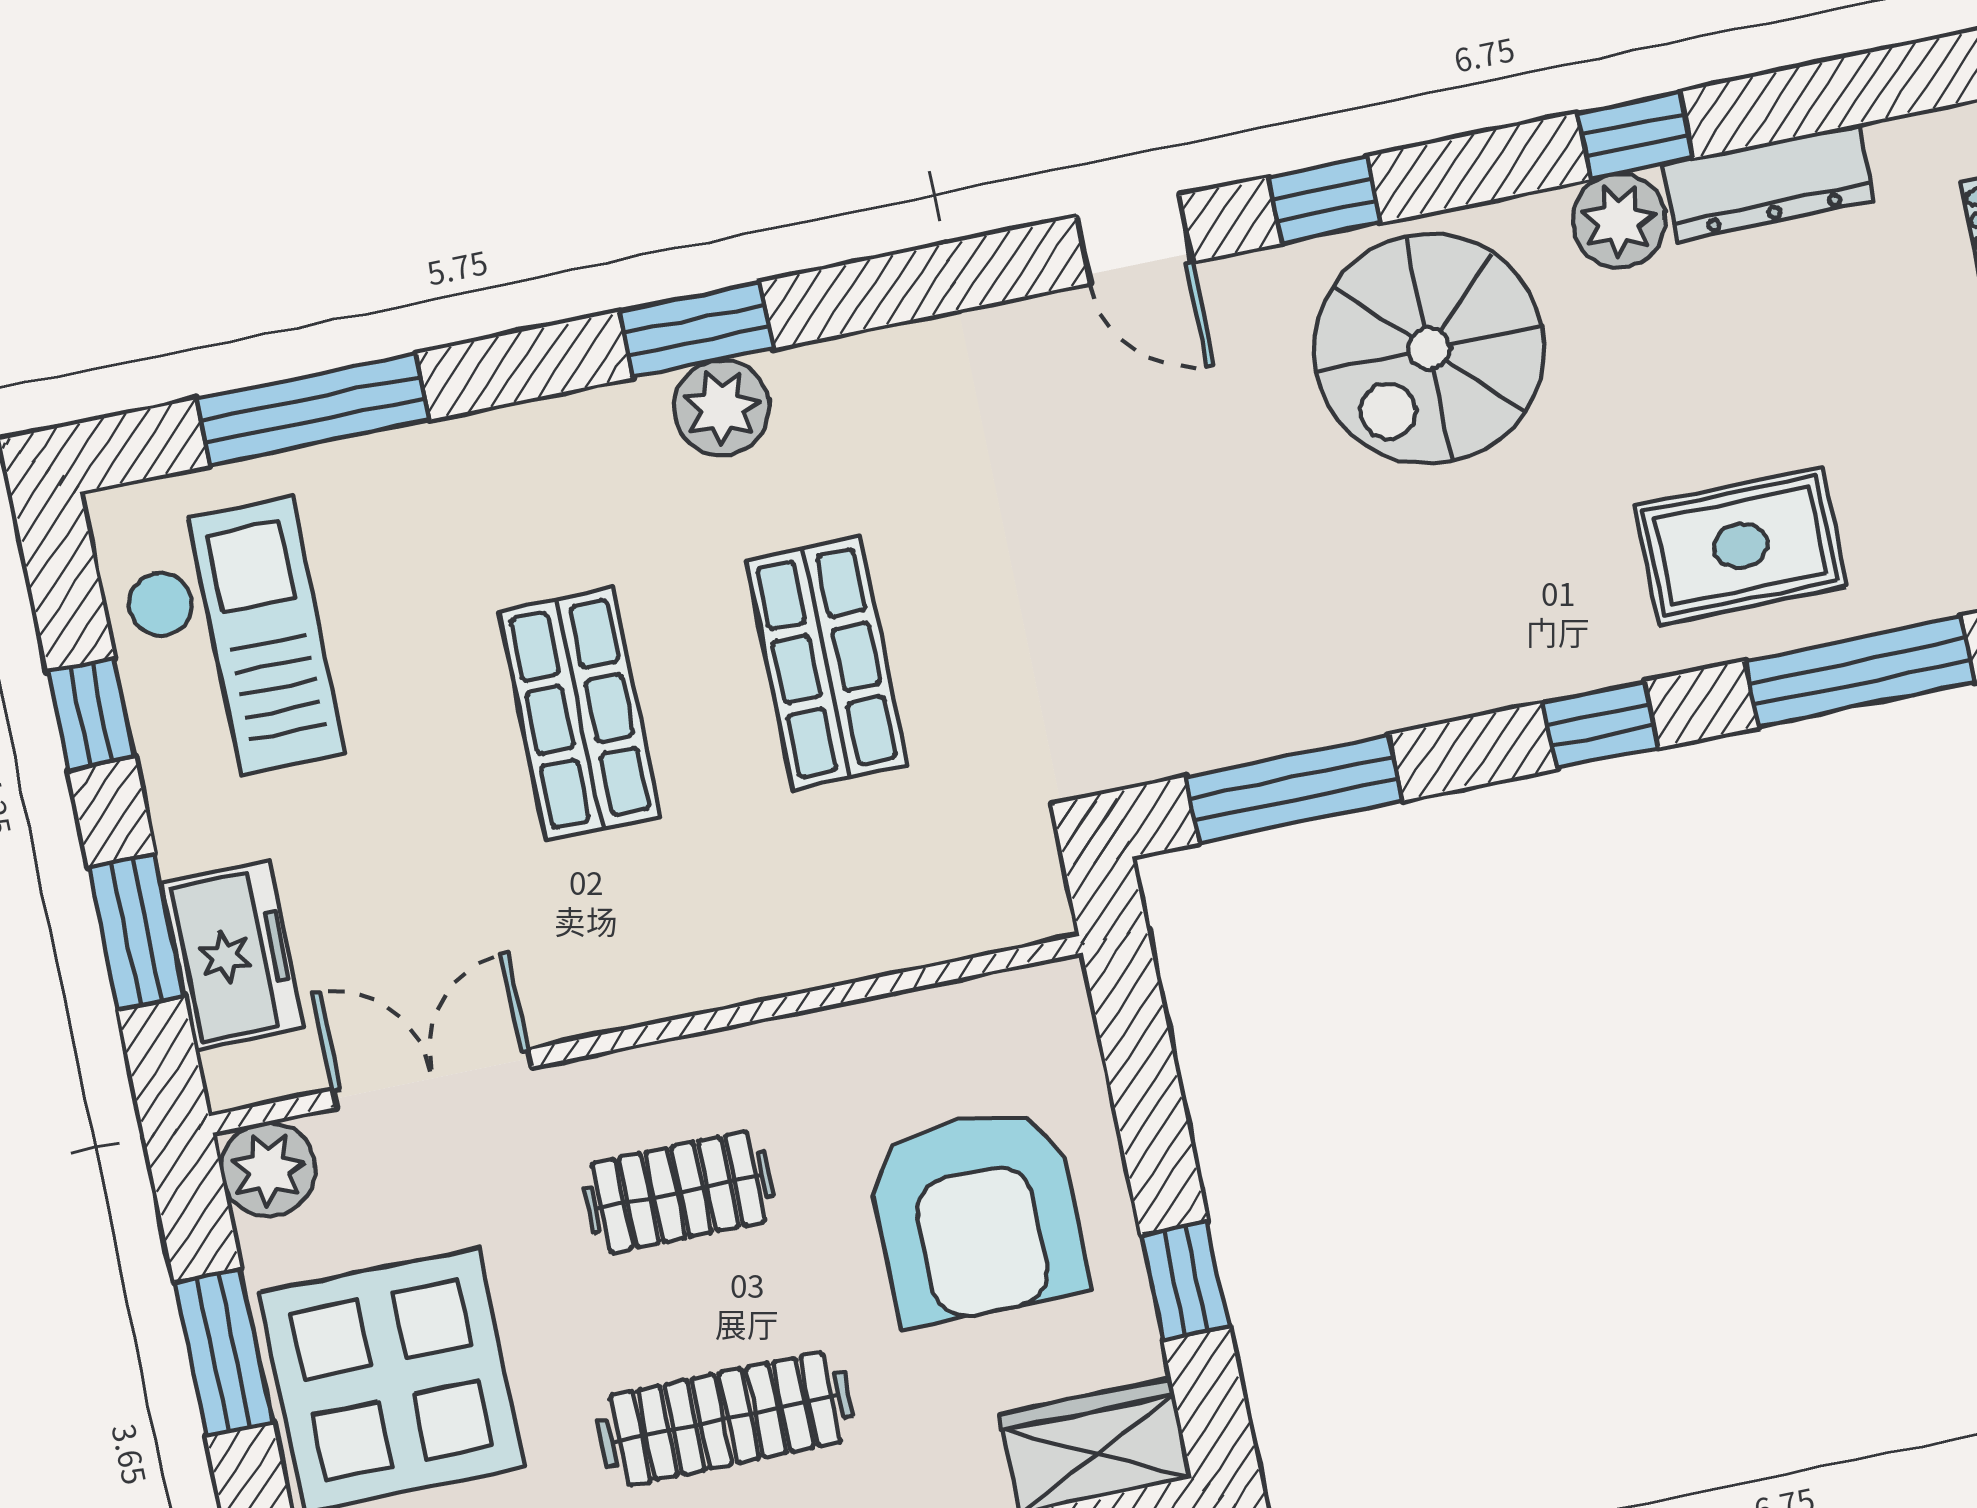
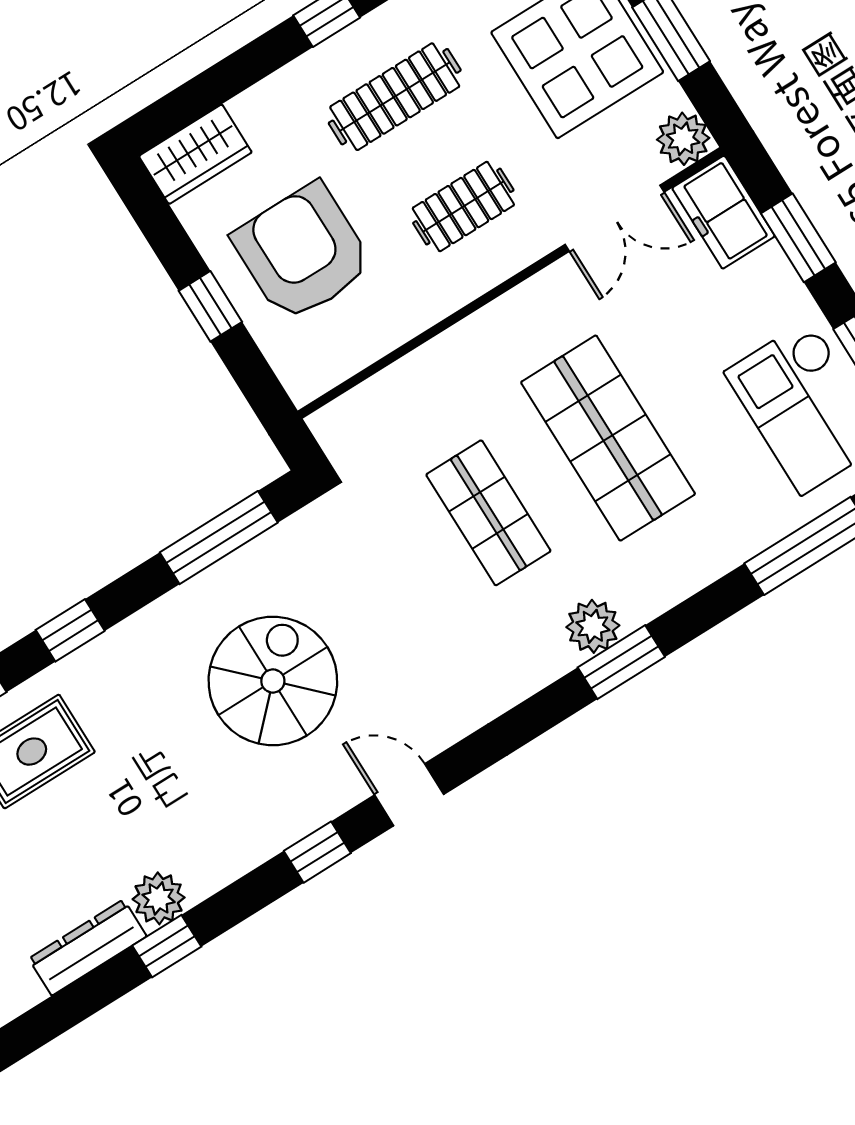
spiral stairs: (1429, 349) -> (273, 681), moved
shop shelf: (580, 714) -> (608, 438), width x1.43, depth x1.36
freezer: (232, 955) -> (723, 212), moved
window: (1185, 1281) -> (210, 306), moved

